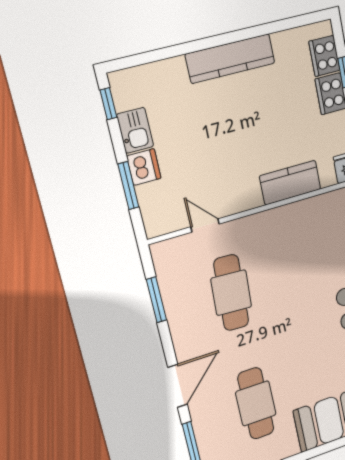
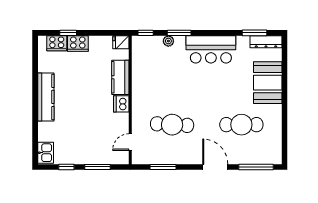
window: (108, 104) -> (66, 167), moved
kitchen sink: (135, 130) -> (46, 153), moved, turned 90
dishwasher: (144, 167) -> (121, 104), moved, turned -90
door: (205, 225) -> (130, 142), moved

